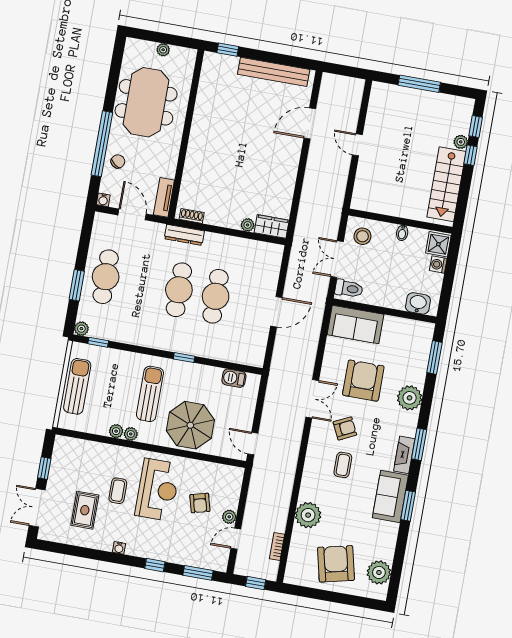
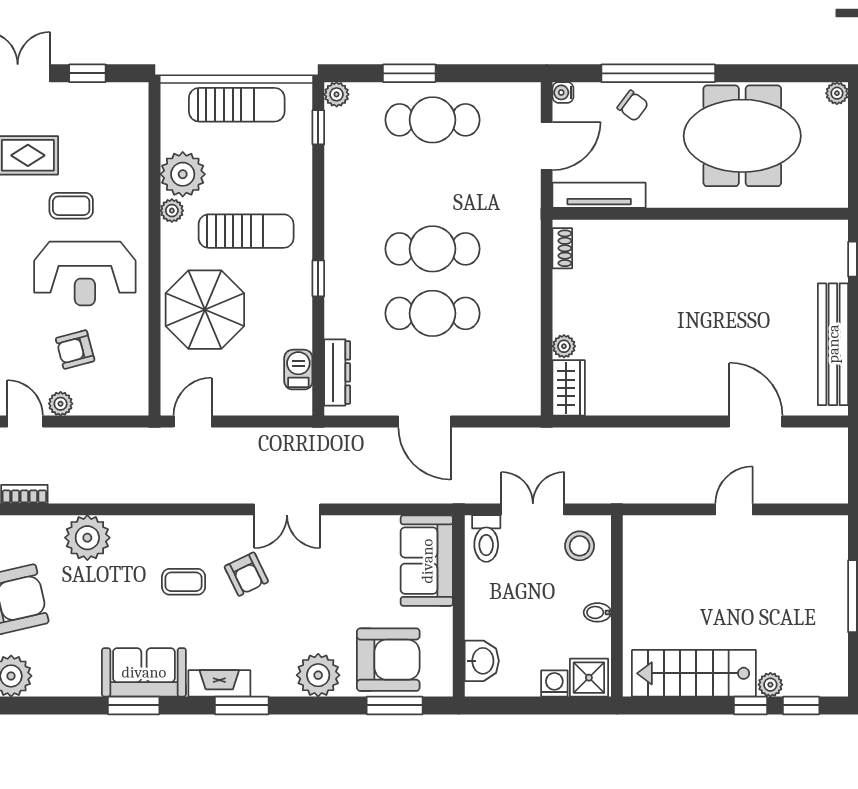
plant: (163, 50) -> (837, 93), moved
tv unit: (164, 197) -> (599, 195), width x1.41
dresser: (184, 235) -> (337, 372), moved, turned 180
armchair: (363, 381) -> (388, 660), moved
plant: (116, 431) -> (183, 174), width x1.88, depth x1.88

